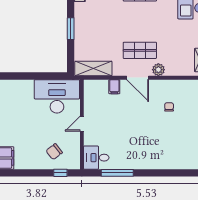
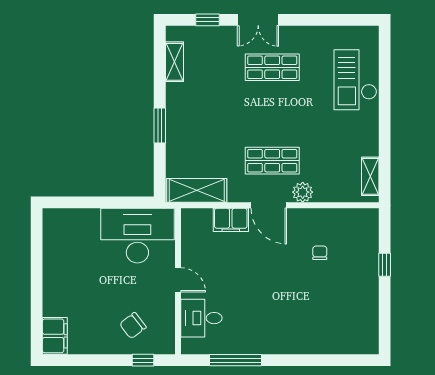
filing cabinet: (114, 87) -> (231, 220), width x2.00
door: (82, 124) -> (178, 280), swing flipped
desk: (96, 158) -> (201, 318), moved

